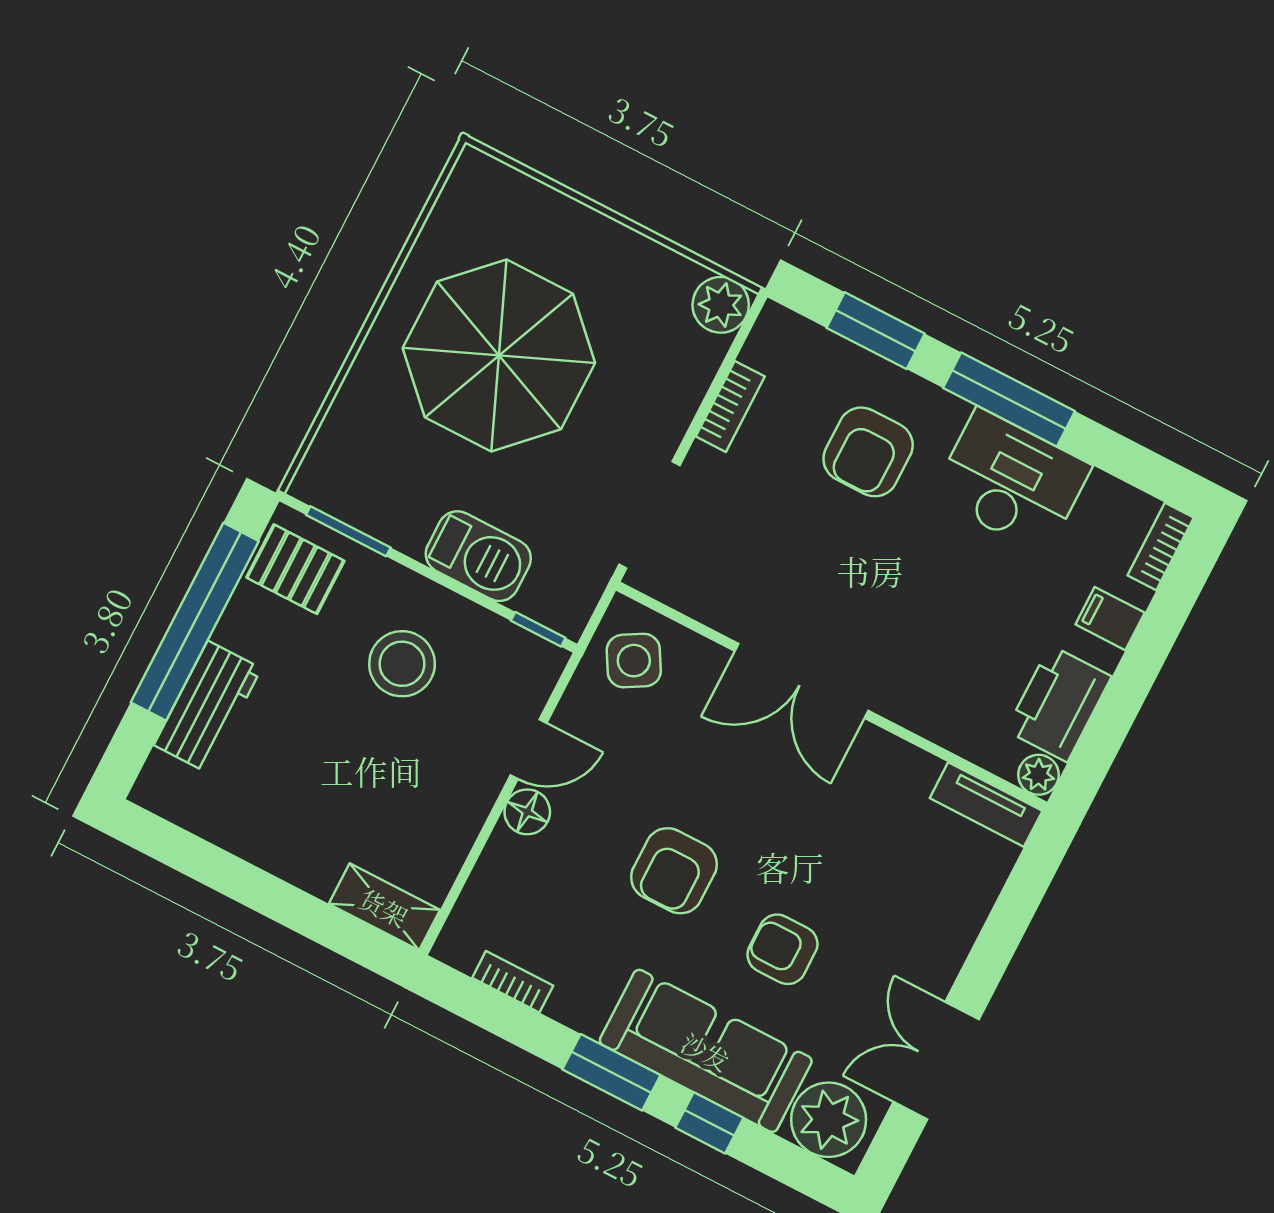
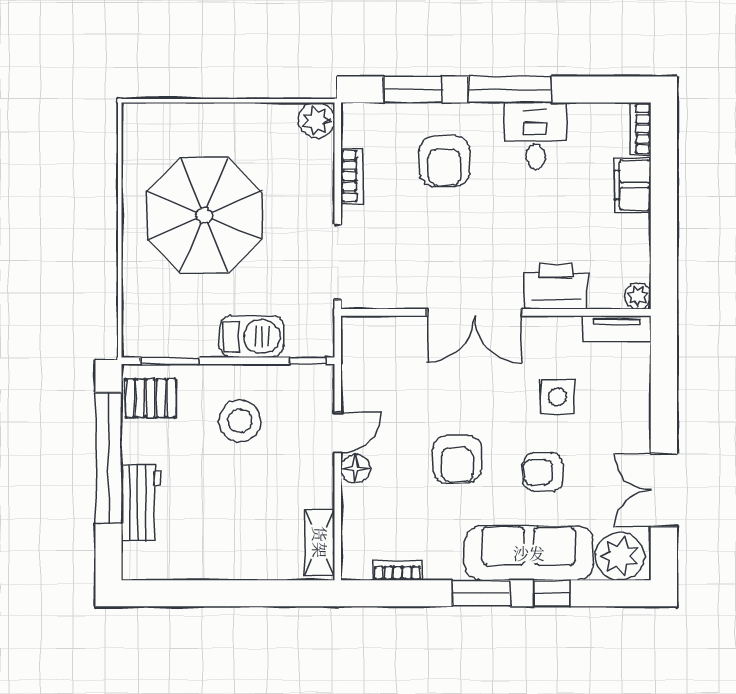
desk: (1011, 481) -> (535, 136), width x0.73
filing cabinet: (1110, 619) -> (633, 185), width x2.00
side table: (634, 661) -> (557, 397), moved, turned 30
printer: (1059, 703) -> (556, 287), moved, turned 90
shelving: (384, 907) -> (320, 542), moved, turned 90

